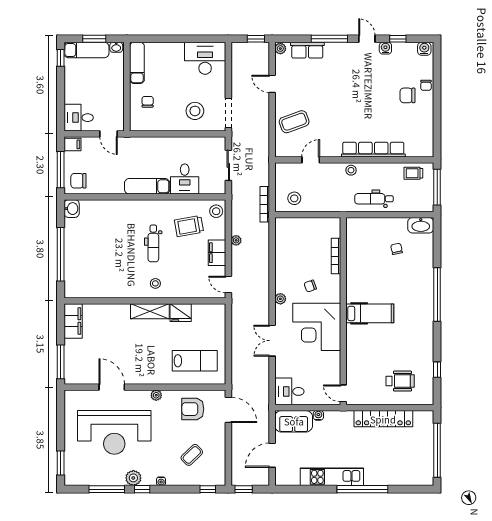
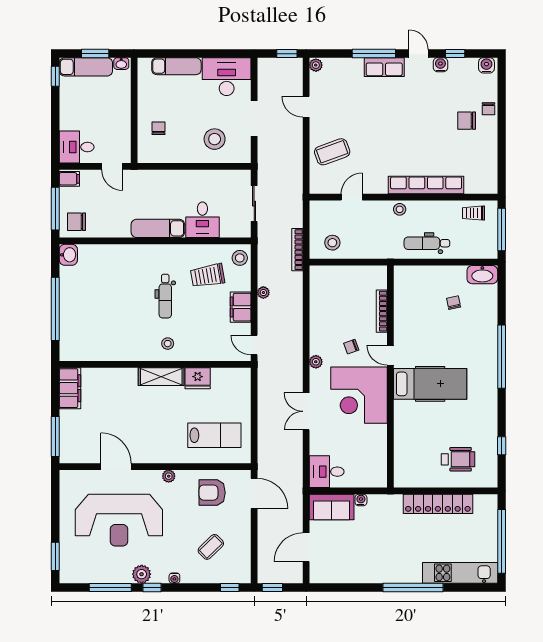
row of seats: (307, 50) -> (384, 67), moved
exam couch: (137, 63) -> (176, 66), moved, turned 90
doorway: (228, 113) -> (254, 119), moved
hospital bed: (370, 313) -> (430, 384), width x1.37, depth x1.29
door: (343, 393) -> (390, 355), moved
kitchen unit: (332, 477) -> (460, 573), moved

